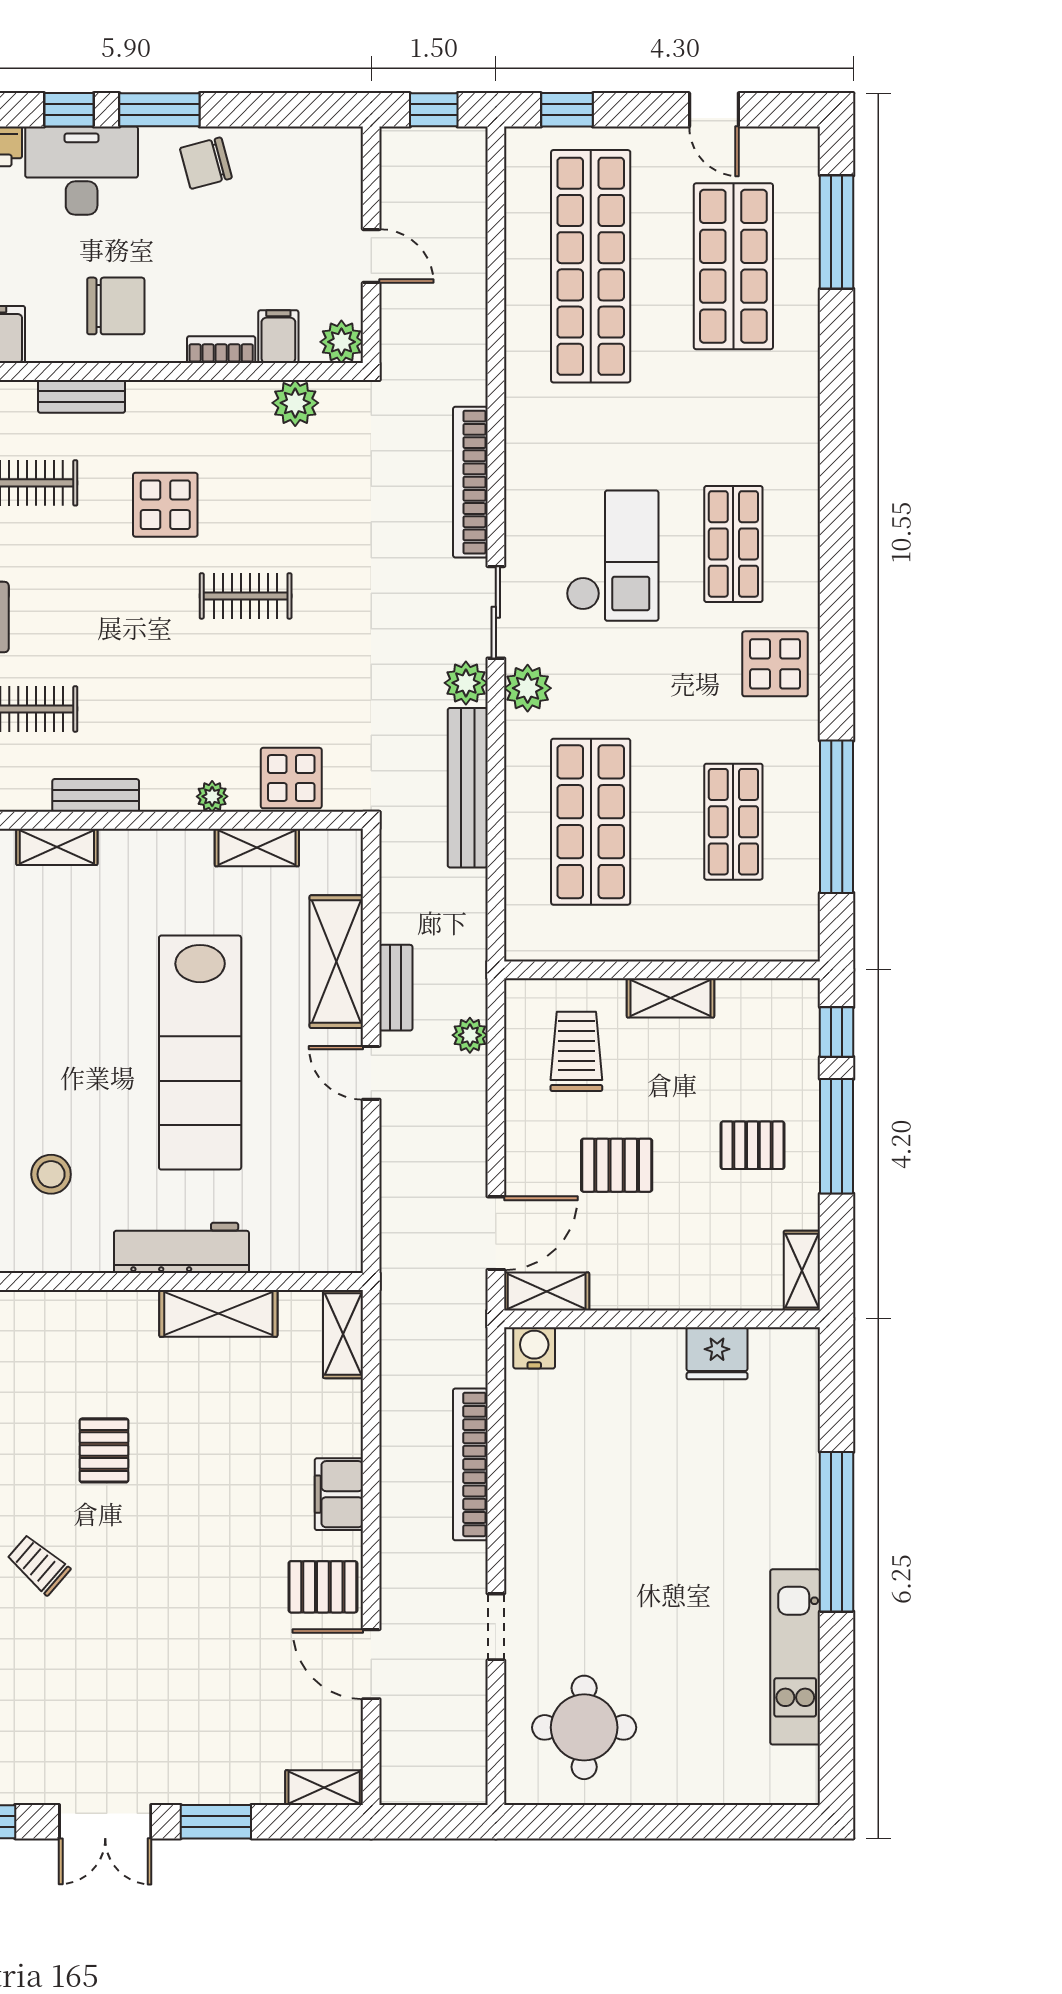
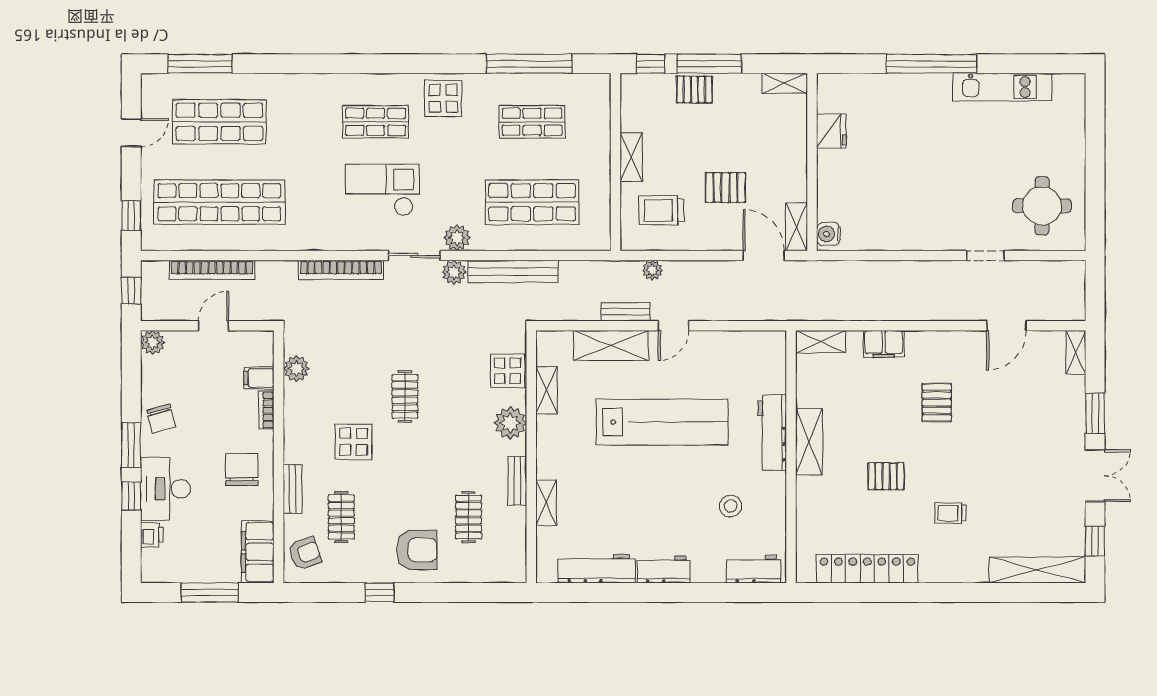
plant: (341, 342) -> (153, 342), moved
plant: (212, 796) -> (510, 423), width x1.88, depth x1.88
pallet: (753, 1145) -> (694, 89), moved, turned 90
pallet: (617, 1165) -> (725, 188), turned 90
shelving: (218, 1313) -> (809, 442), moved
bookcase: (470, 1464) -> (212, 270), moved
filing cabinet: (339, 1494) -> (884, 344), moved
trolley: (38, 1565) -> (950, 513), turned 49
pallet: (323, 1587) -> (937, 403), moved

